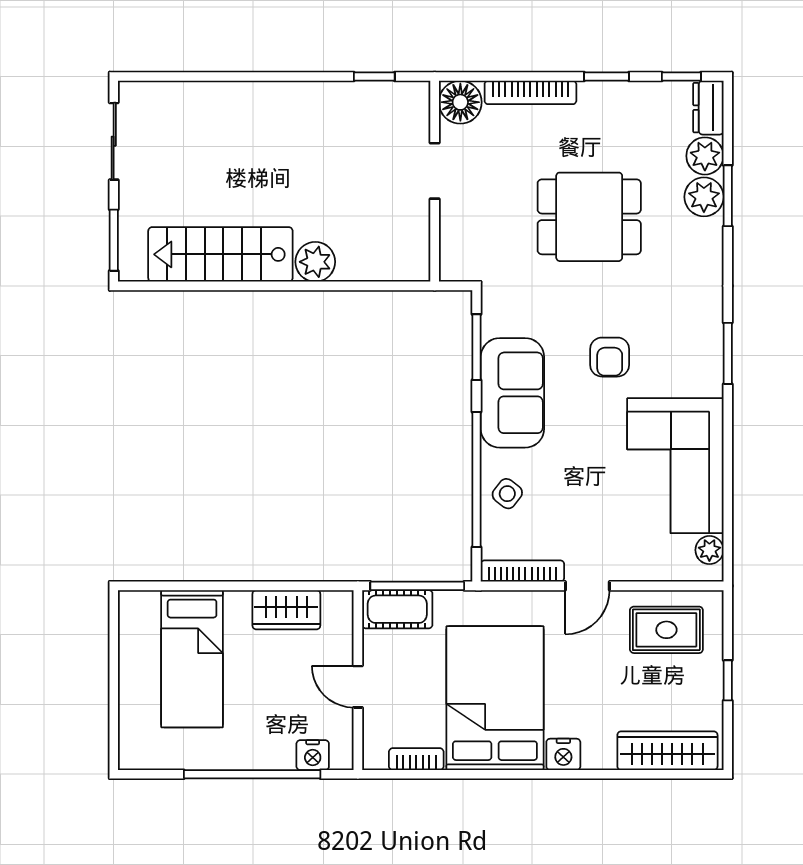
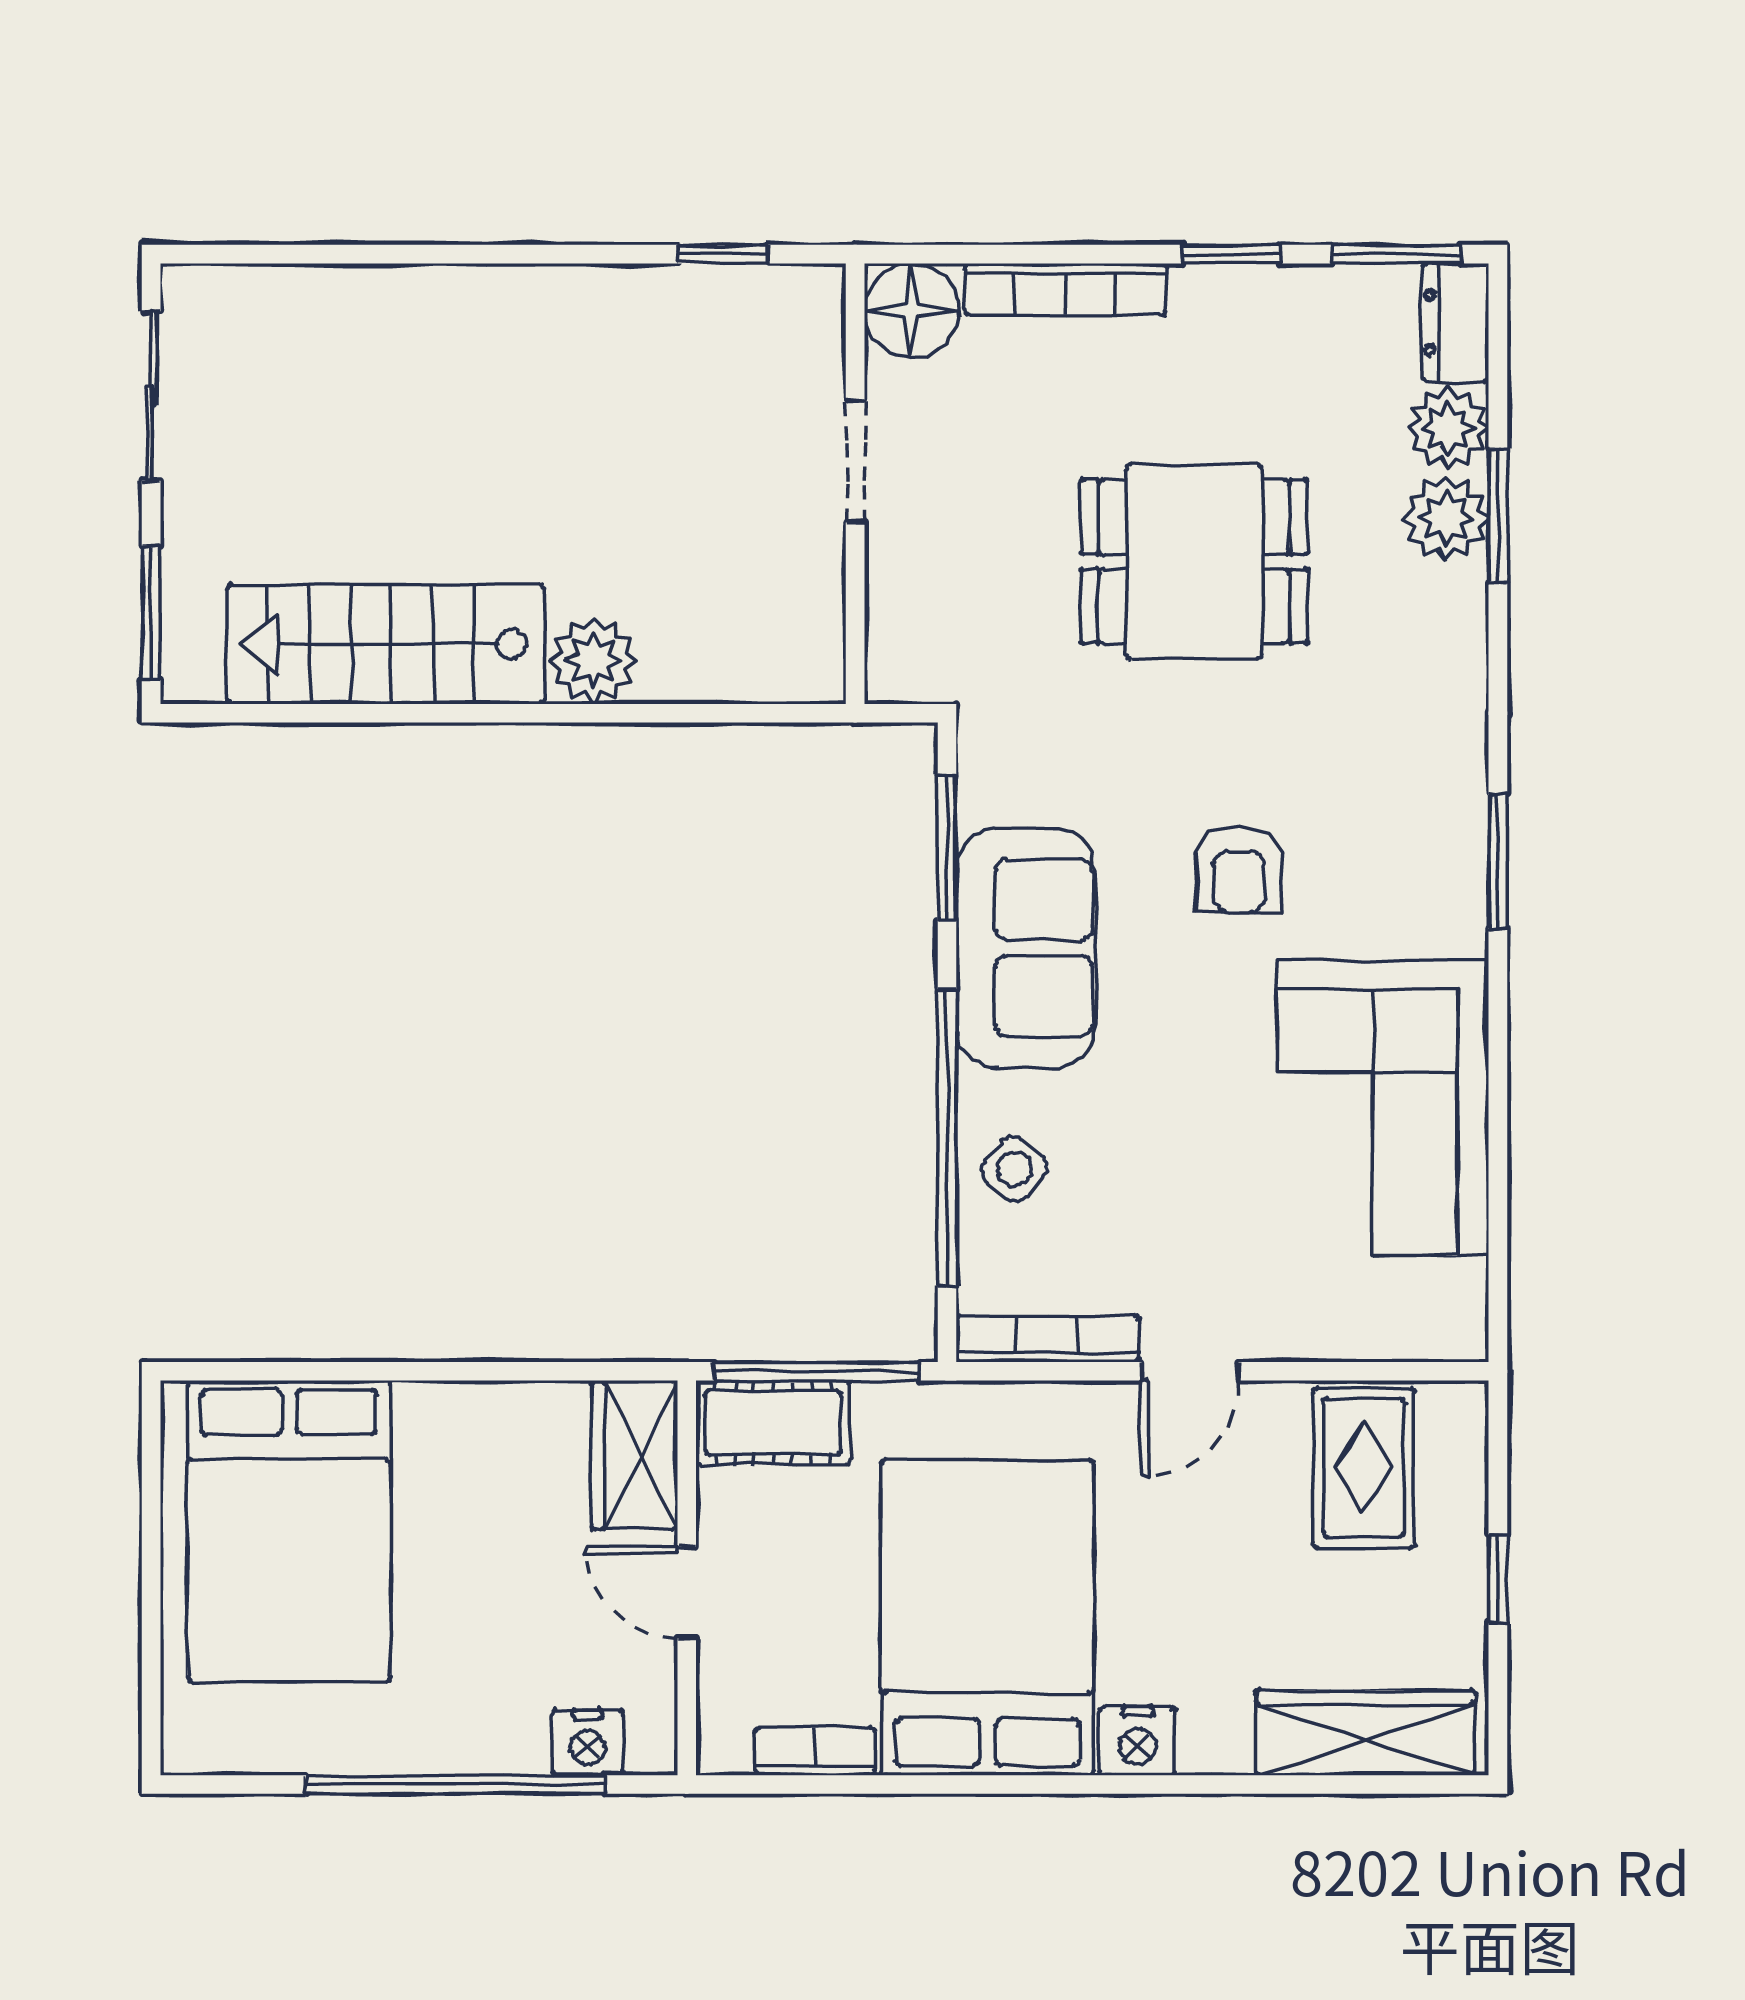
window: (681, 77) -> (1396, 254), width x1.50
plant: (709, 550) -> (1458, 1293), removed
wardrobe: (286, 610) -> (634, 1455), moved, turned 90
rug: (666, 630) -> (1364, 1468), turned 90
bed: (192, 659) -> (289, 1531), width x1.50

